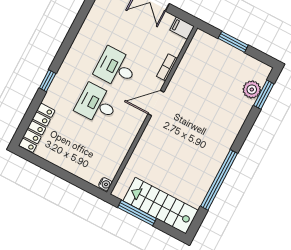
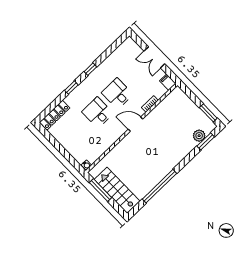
window: (233, 42) -> (208, 113), moved
window: (66, 46) -> (90, 69), added

